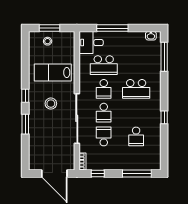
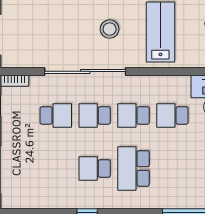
school desk: (104, 65) -> (172, 115), width x0.54
school desk: (136, 136) -> (95, 168), moved

